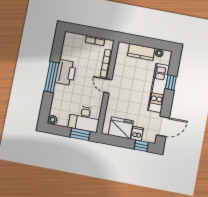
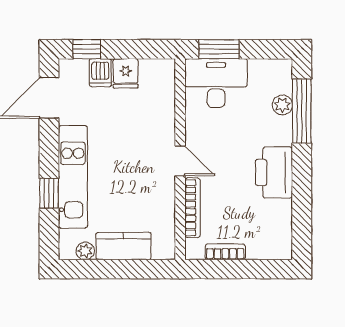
window: (52, 77) -> (302, 111), moved
plant: (53, 120) -> (282, 105), moved
fridge: (121, 128) -> (126, 73), width x0.53, depth x0.75

